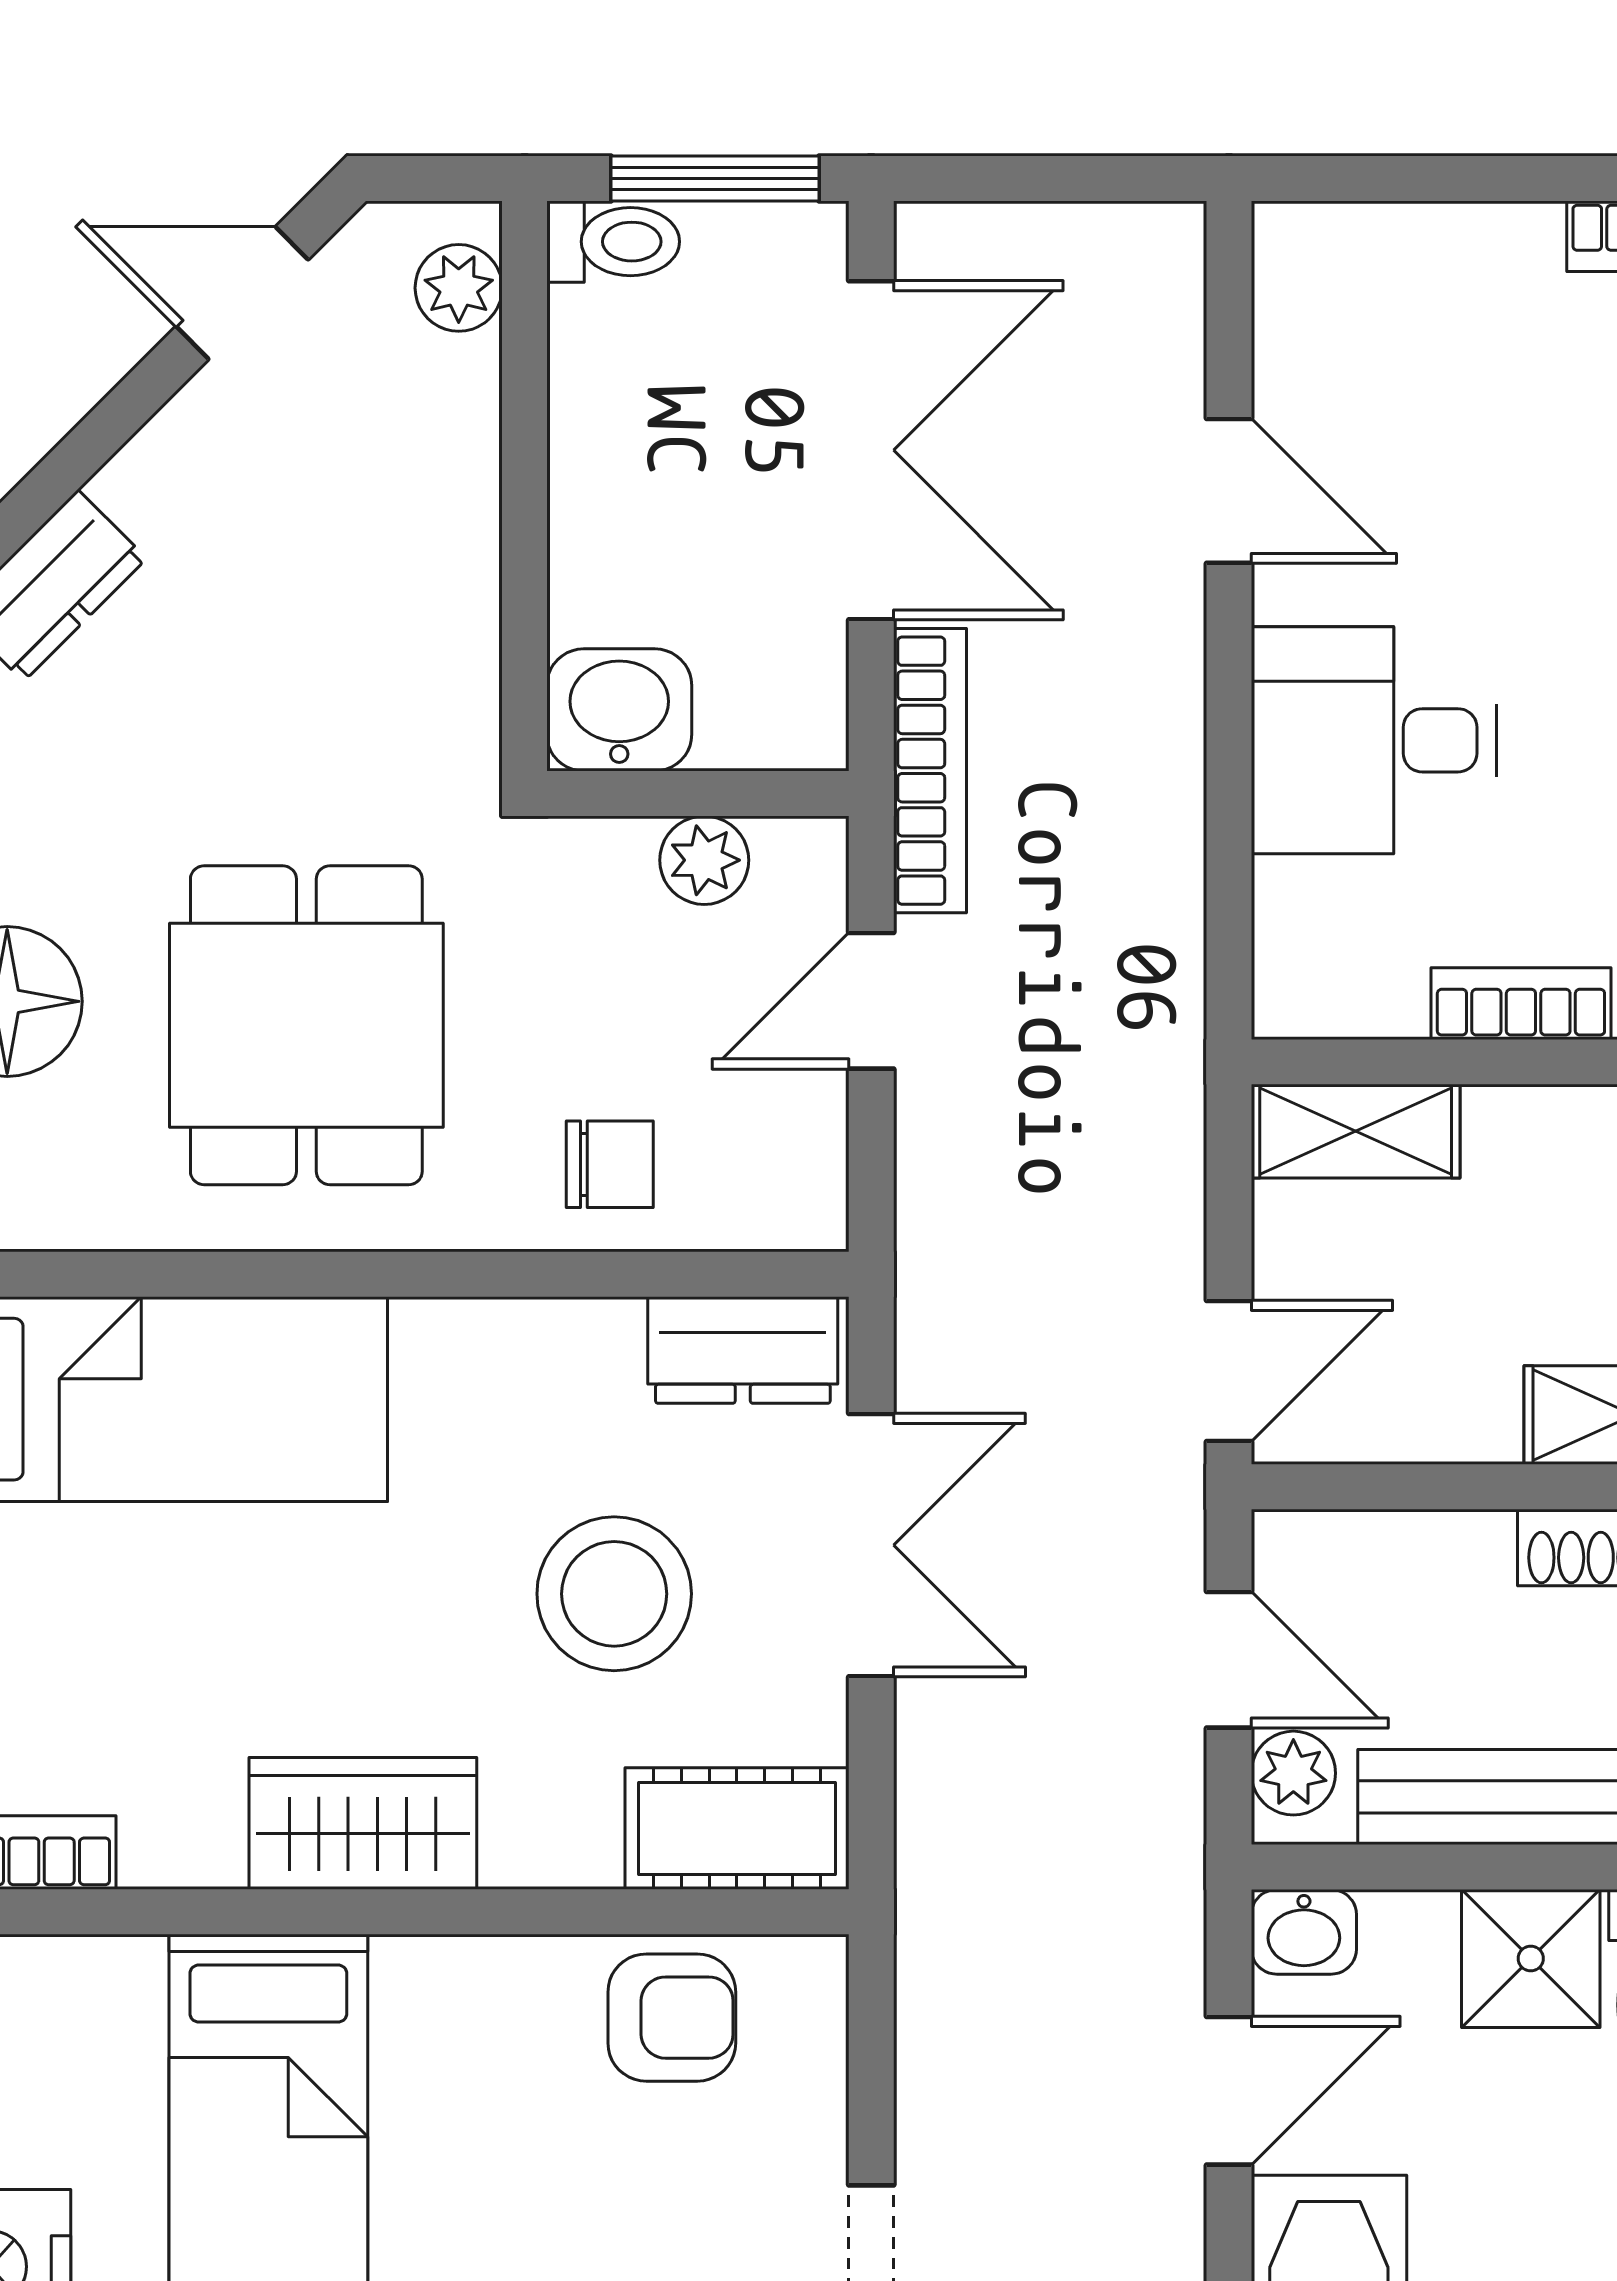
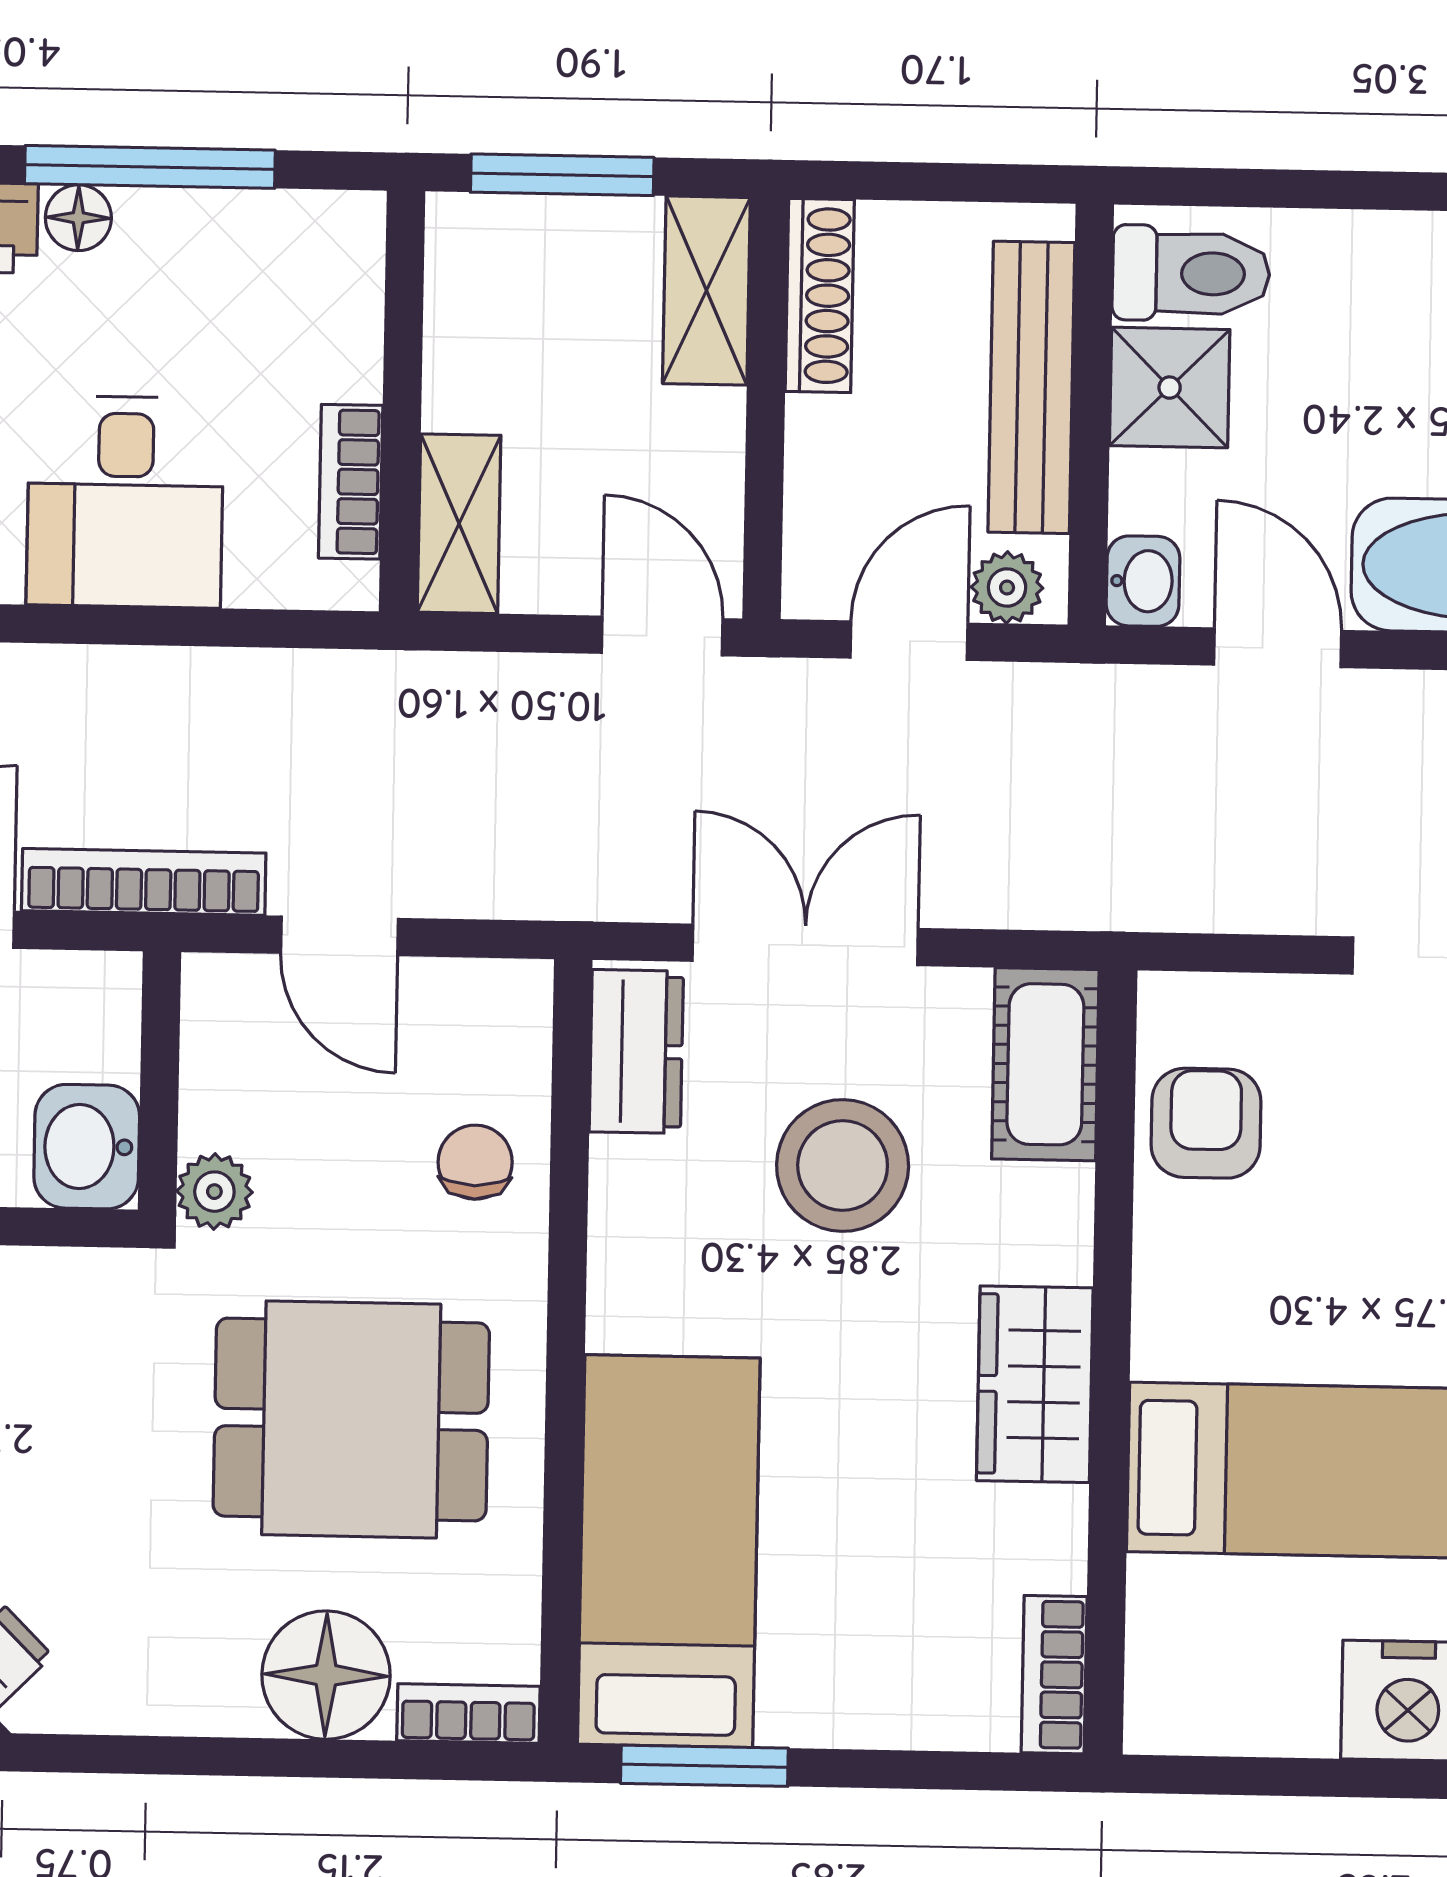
plant: (704, 860) -> (214, 1192), moved
bookcase: (1521, 1004) -> (351, 482), moved

